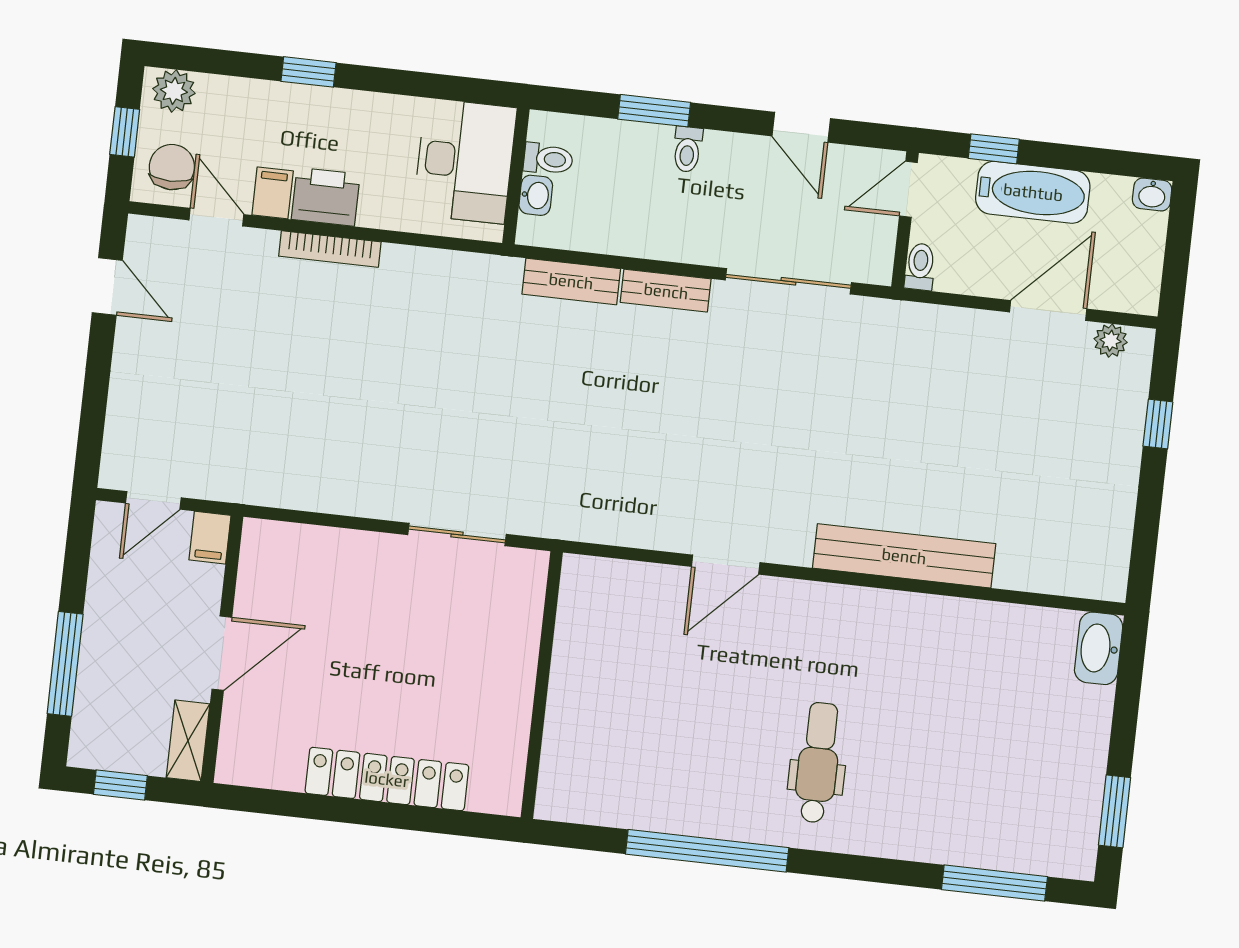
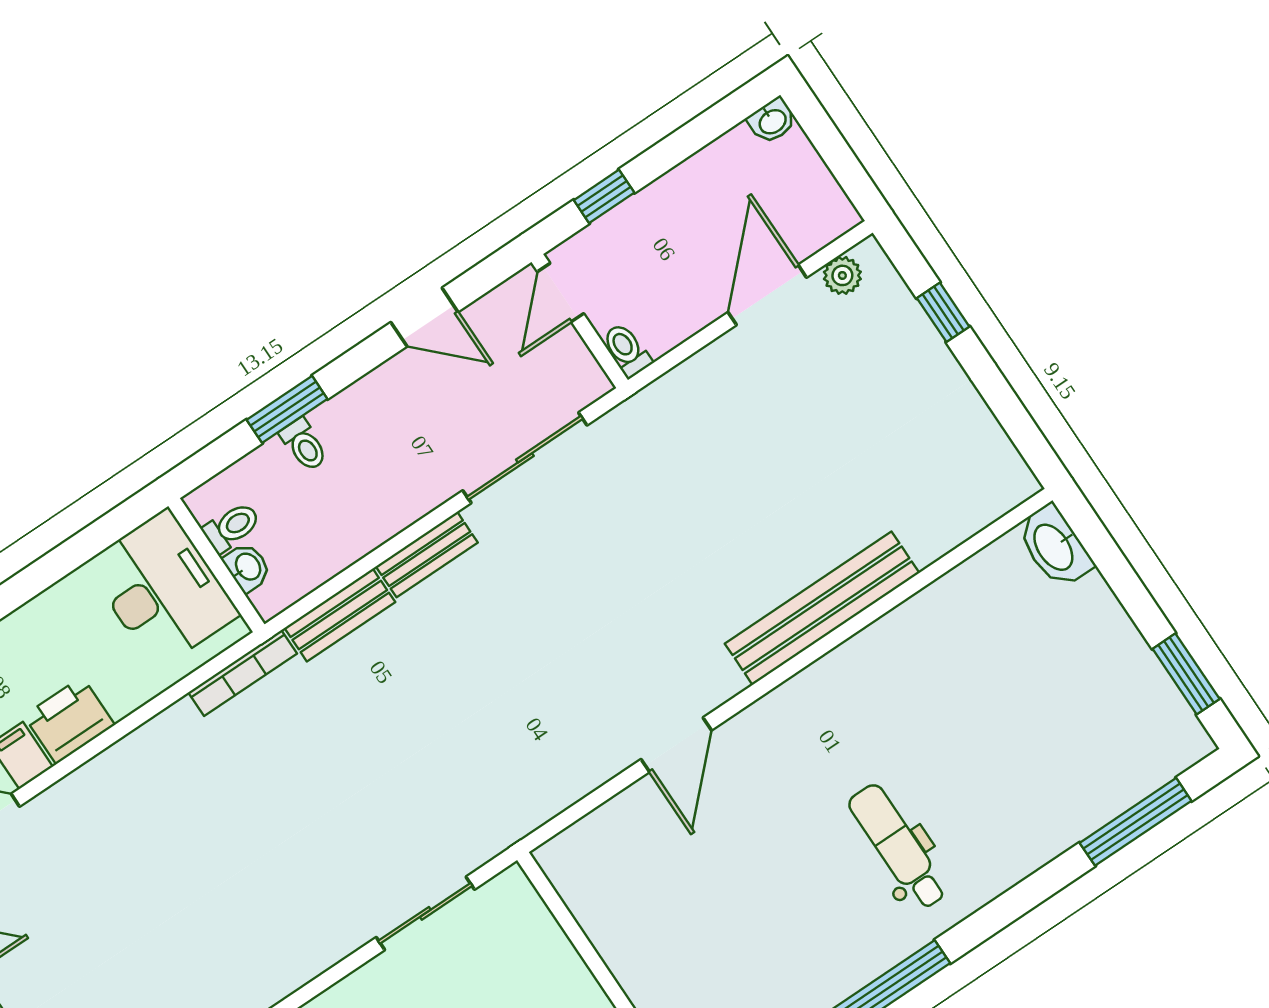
toilet: (687, 149) -> (304, 445), moved
bathtub: (1033, 192) -> (669, 205), removed
bookcase: (330, 249) -> (243, 673), moved

